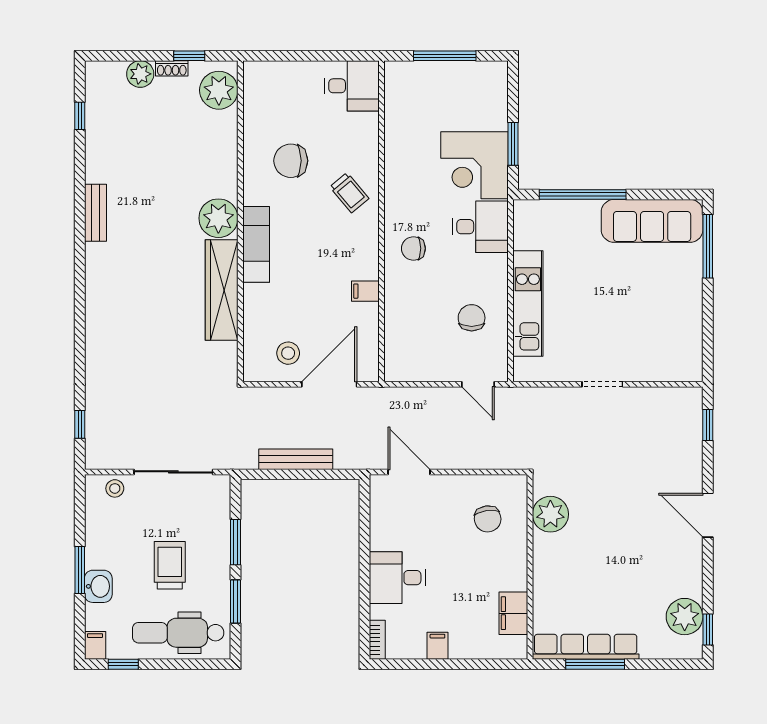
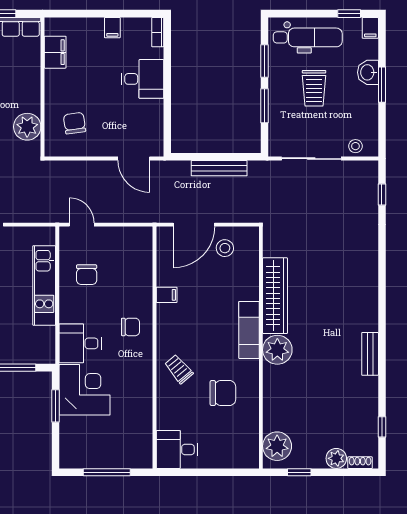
shoe rack: (172, 68) -> (360, 463), moved

